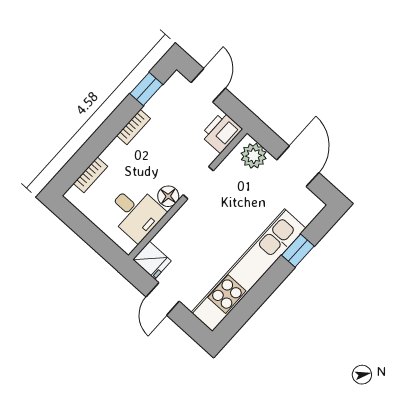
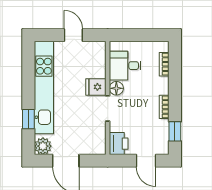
plant: (254, 156) -> (43, 146), moved
fridge: (152, 260) -> (96, 87), moved

